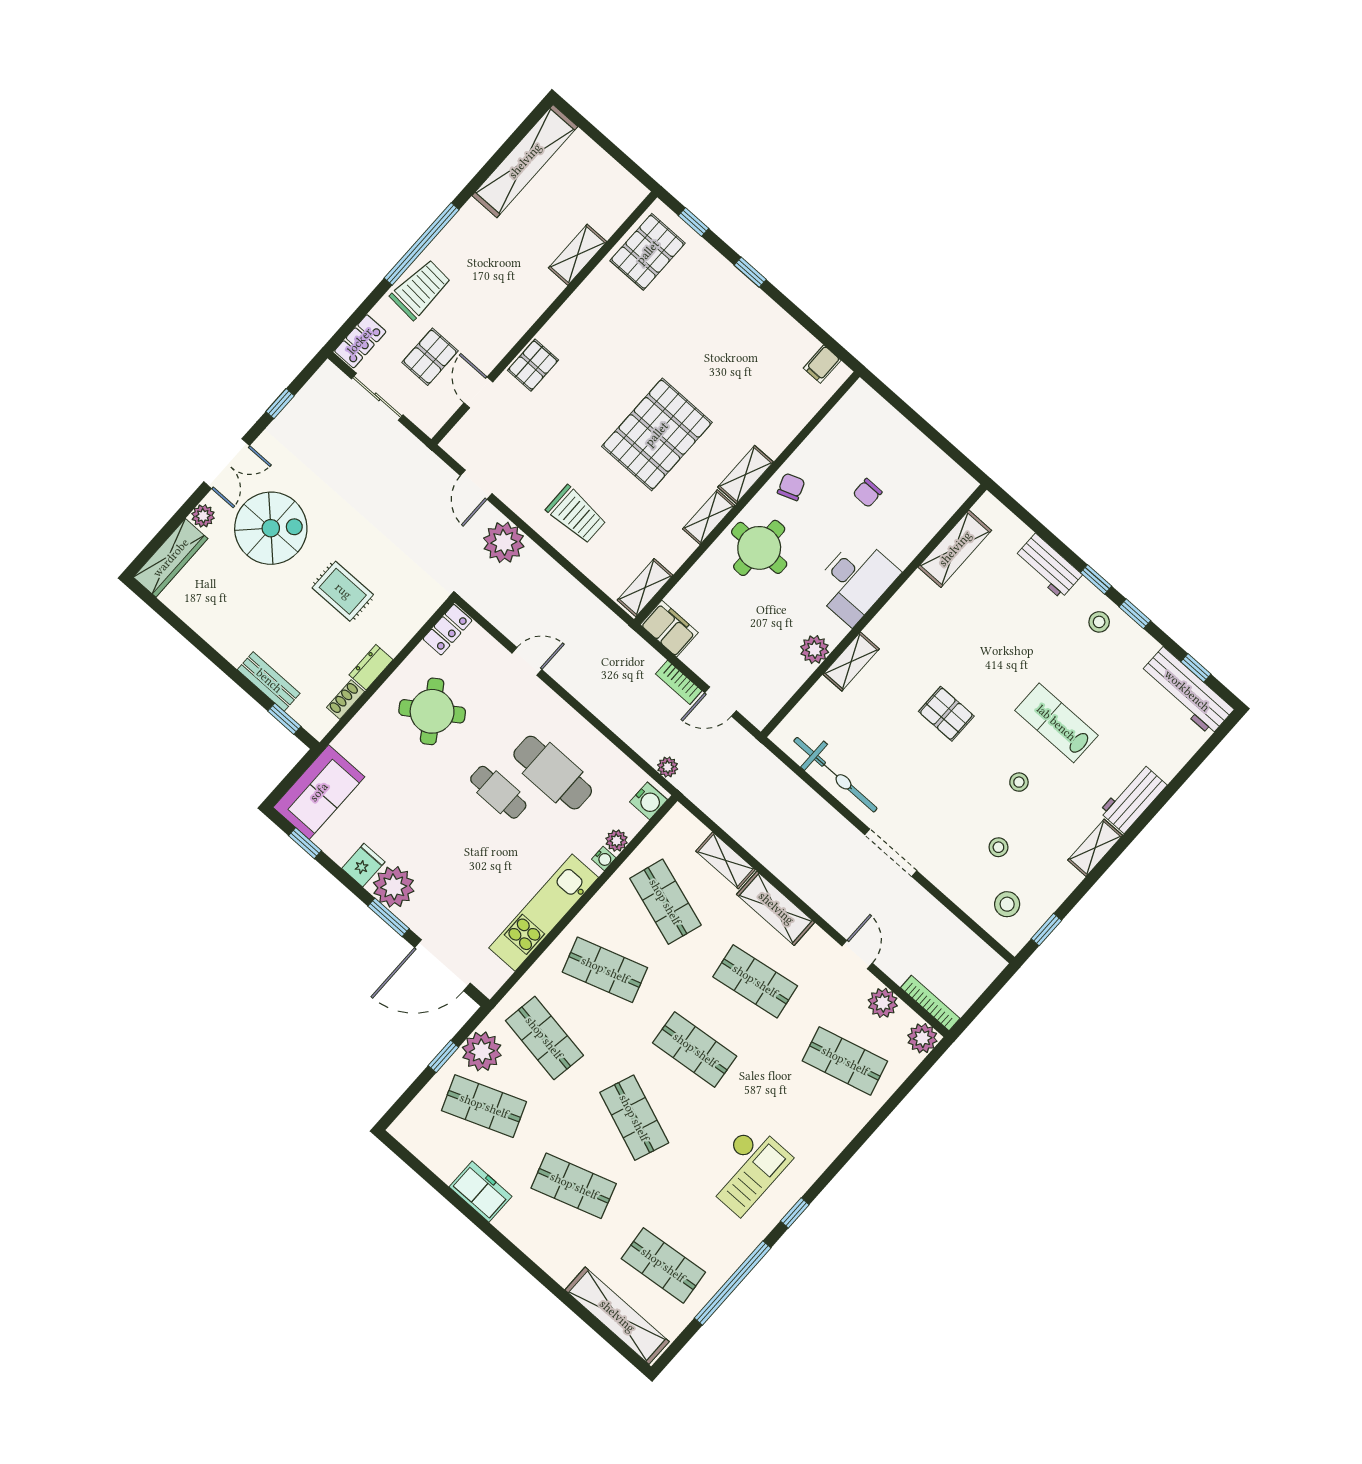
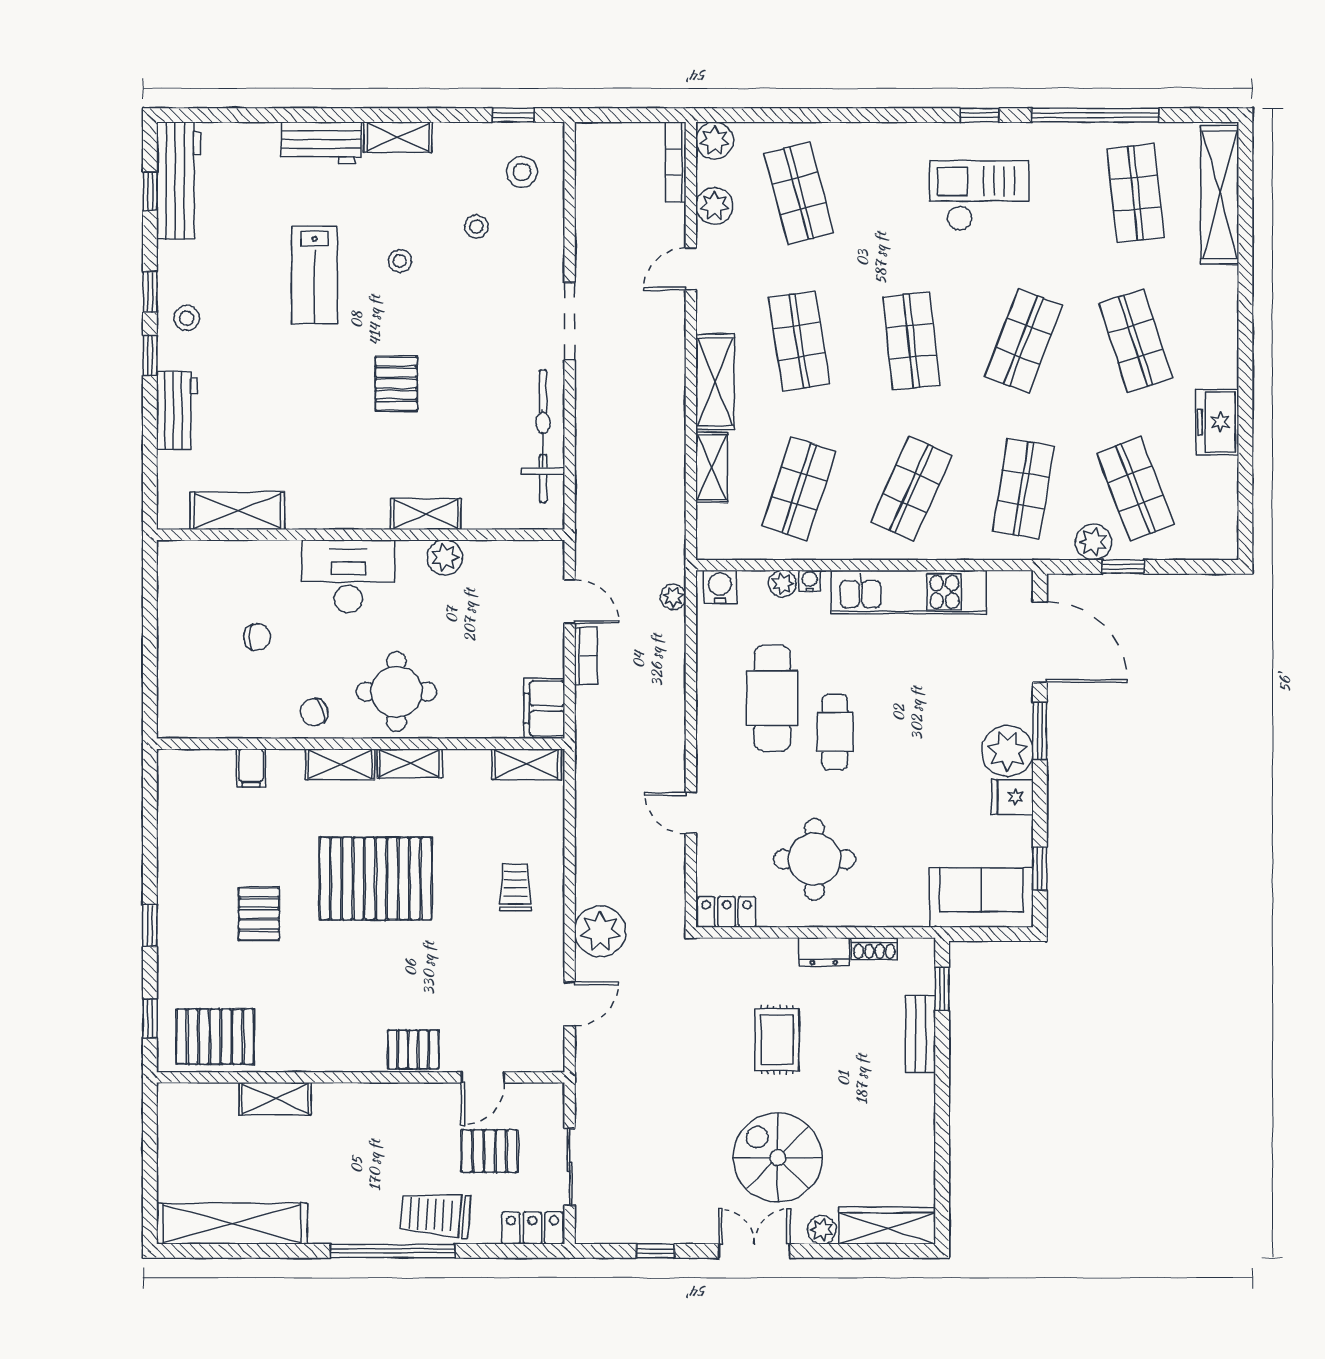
pallet: (698, 345) -> (259, 914), added
filing cabinet: (822, 364) -> (251, 768), moved, turned 90
trolley: (576, 515) -> (515, 887), width x0.73, depth x0.72
round table: (432, 711) -> (814, 859), turned 34
shop shelf: (605, 970) -> (911, 489), turned 42
plant: (482, 1051) -> (1093, 542), width x0.73, depth x0.73

